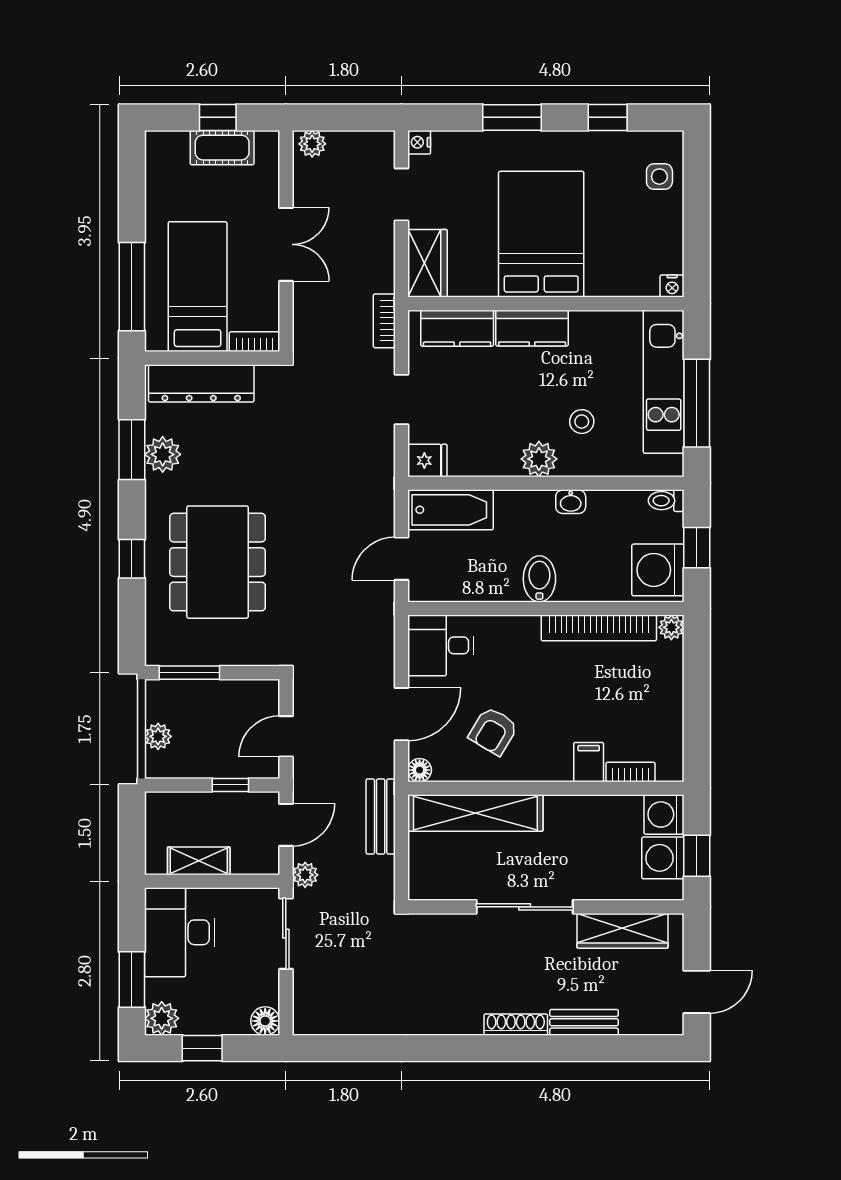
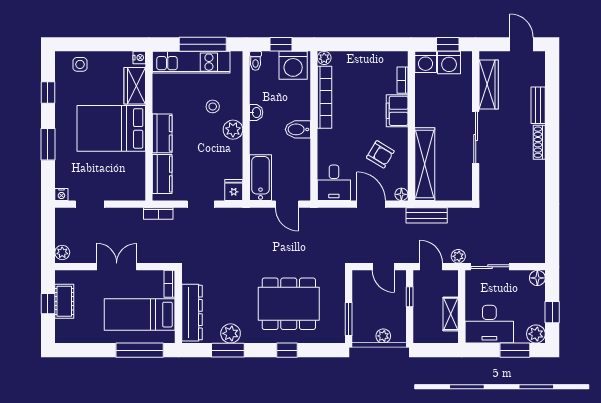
wardrobe: (428, 263) -> (135, 86), moved, turned -90
filing cabinet: (589, 762) -> (397, 111), width x2.00

